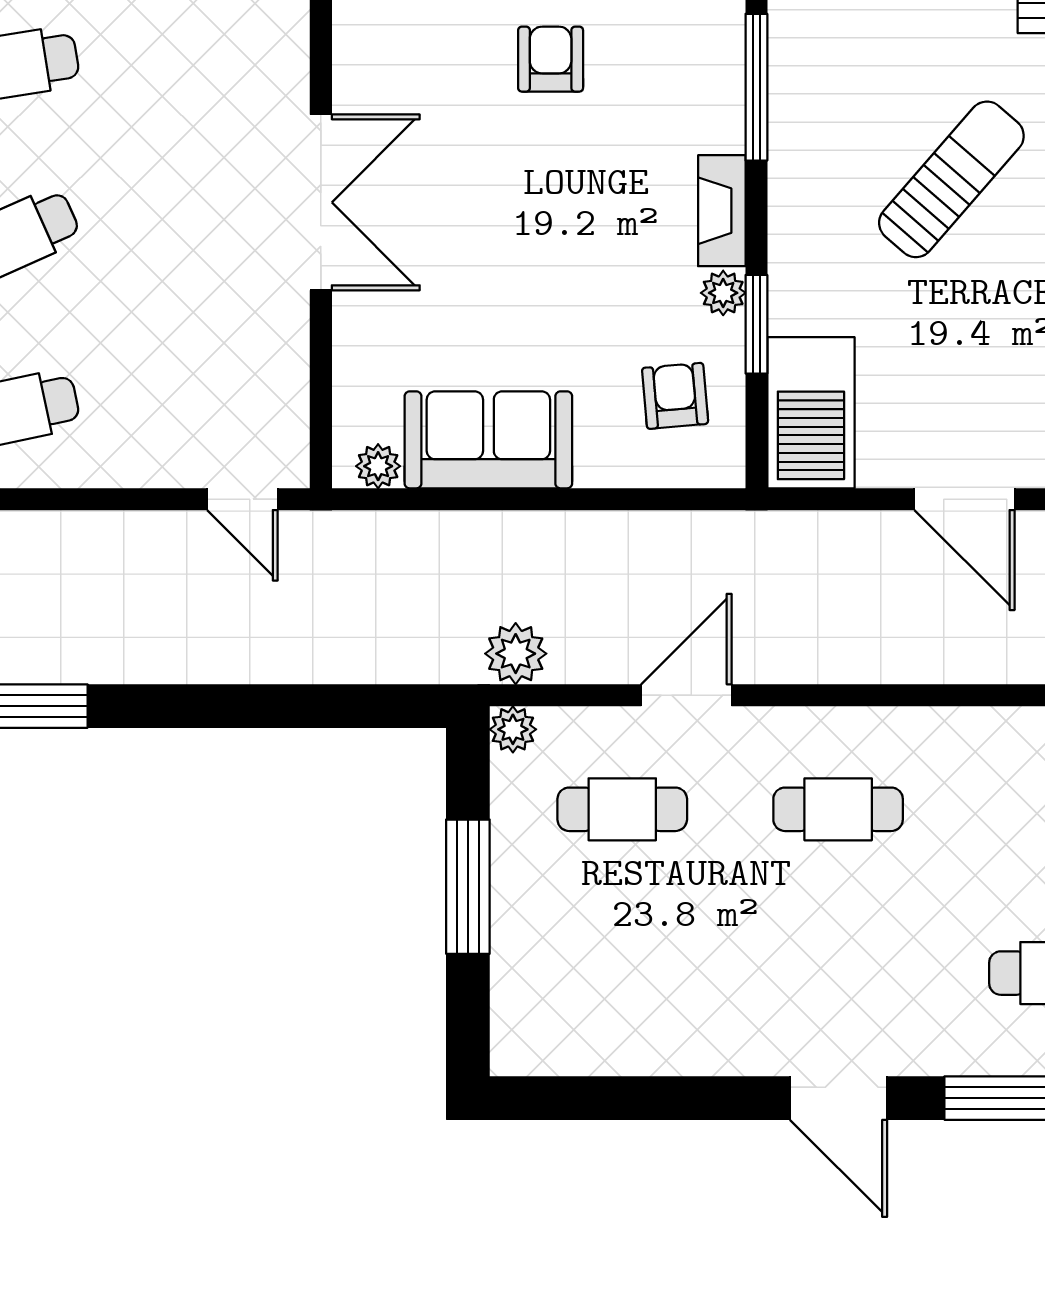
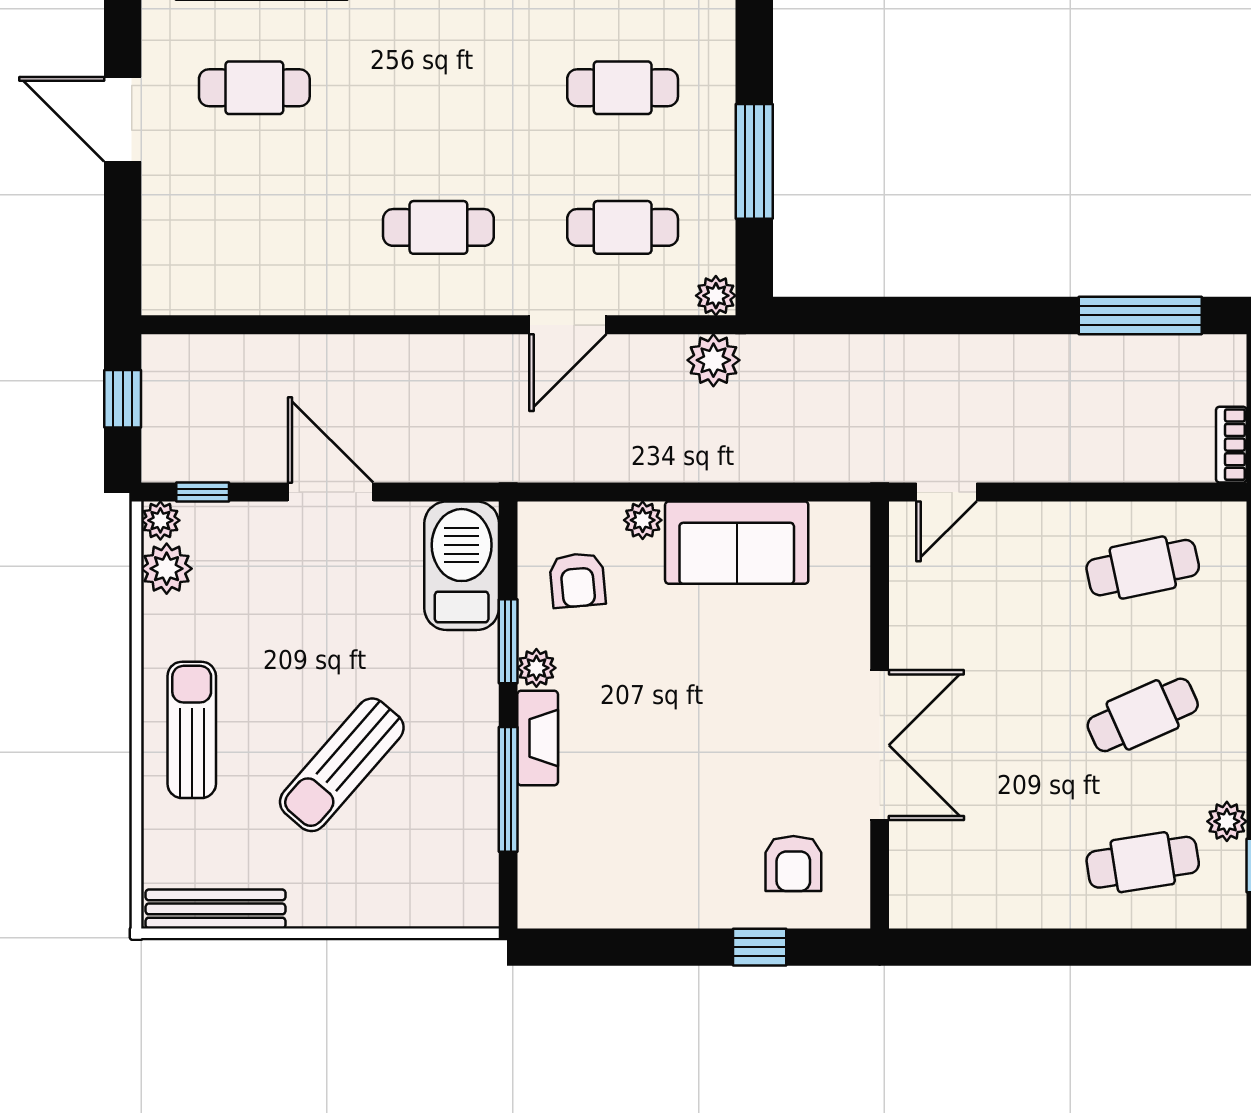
armchair: (551, 59) -> (793, 863), moved
window: (756, 87) -> (508, 789), moved
double door: (321, 202) -> (880, 745), swing flipped
plant: (378, 466) -> (643, 520), moved
door: (242, 499) -> (947, 492), swing flipped
cafe table: (622, 973) -> (623, 88), added

